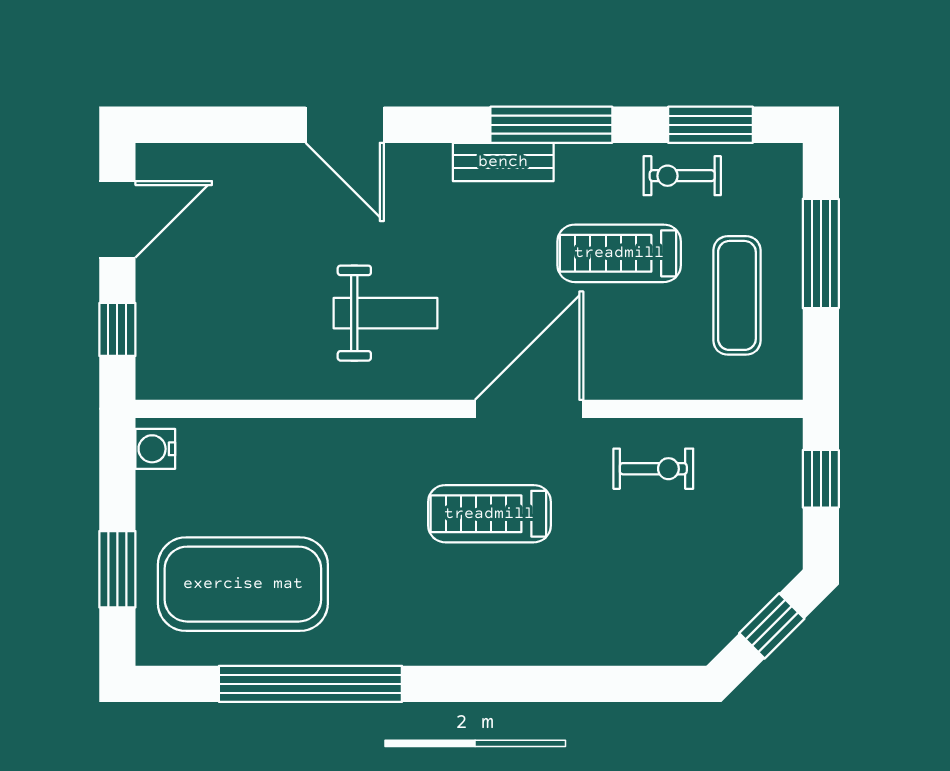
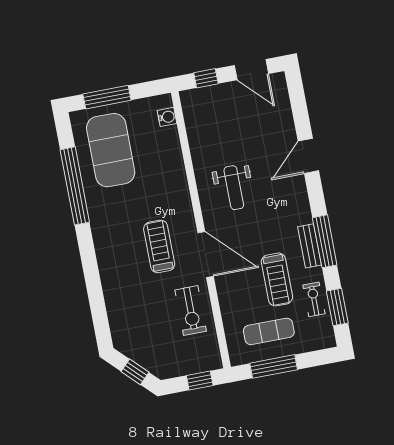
bench: (503, 162) -> (310, 246), moved
treadmill: (619, 253) -> (277, 279), turned 180
window: (821, 253) -> (274, 366), moved
water cooler: (155, 449) -> (167, 117), moved, turned 90
exercise bike: (653, 469) -> (191, 311), width x1.38, depth x1.39
window: (117, 569) -> (107, 97), width x1.44

